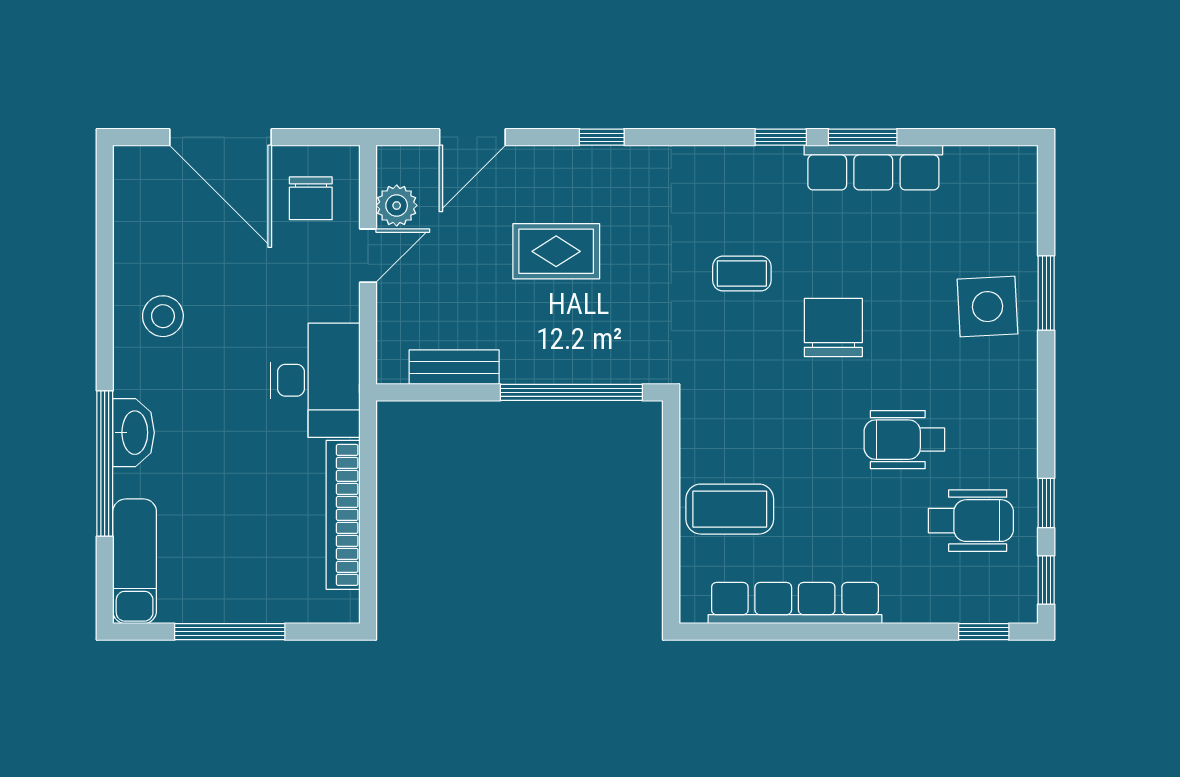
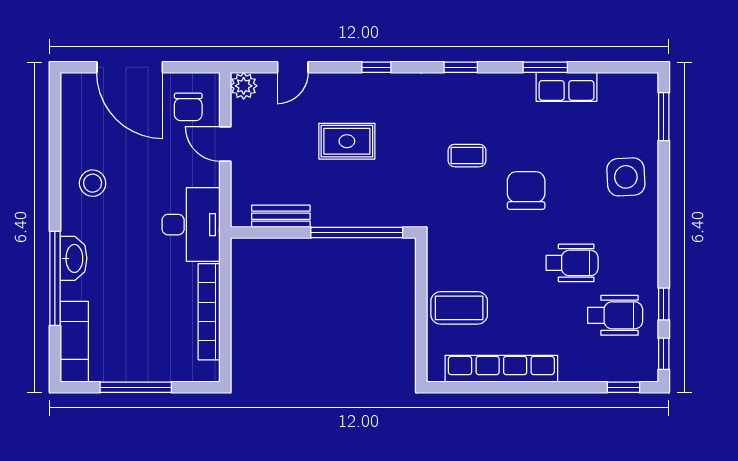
door: (472, 137) -> (293, 67), width x0.73
window: (781, 137) -> (461, 67), moved
row of seats: (873, 167) -> (566, 87), width x0.68
plant: (397, 205) -> (244, 86), moved
door: (368, 256) -> (225, 144), swing flipped
window: (1046, 293) -> (664, 117), moved
wheelchair: (904, 440) -> (572, 263), turned 180

